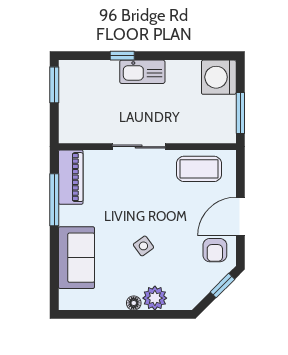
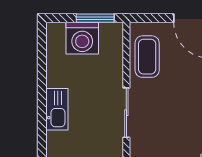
window: (122, 56) -> (42, 128), removed
washing machine: (219, 77) -> (82, 38), moved

